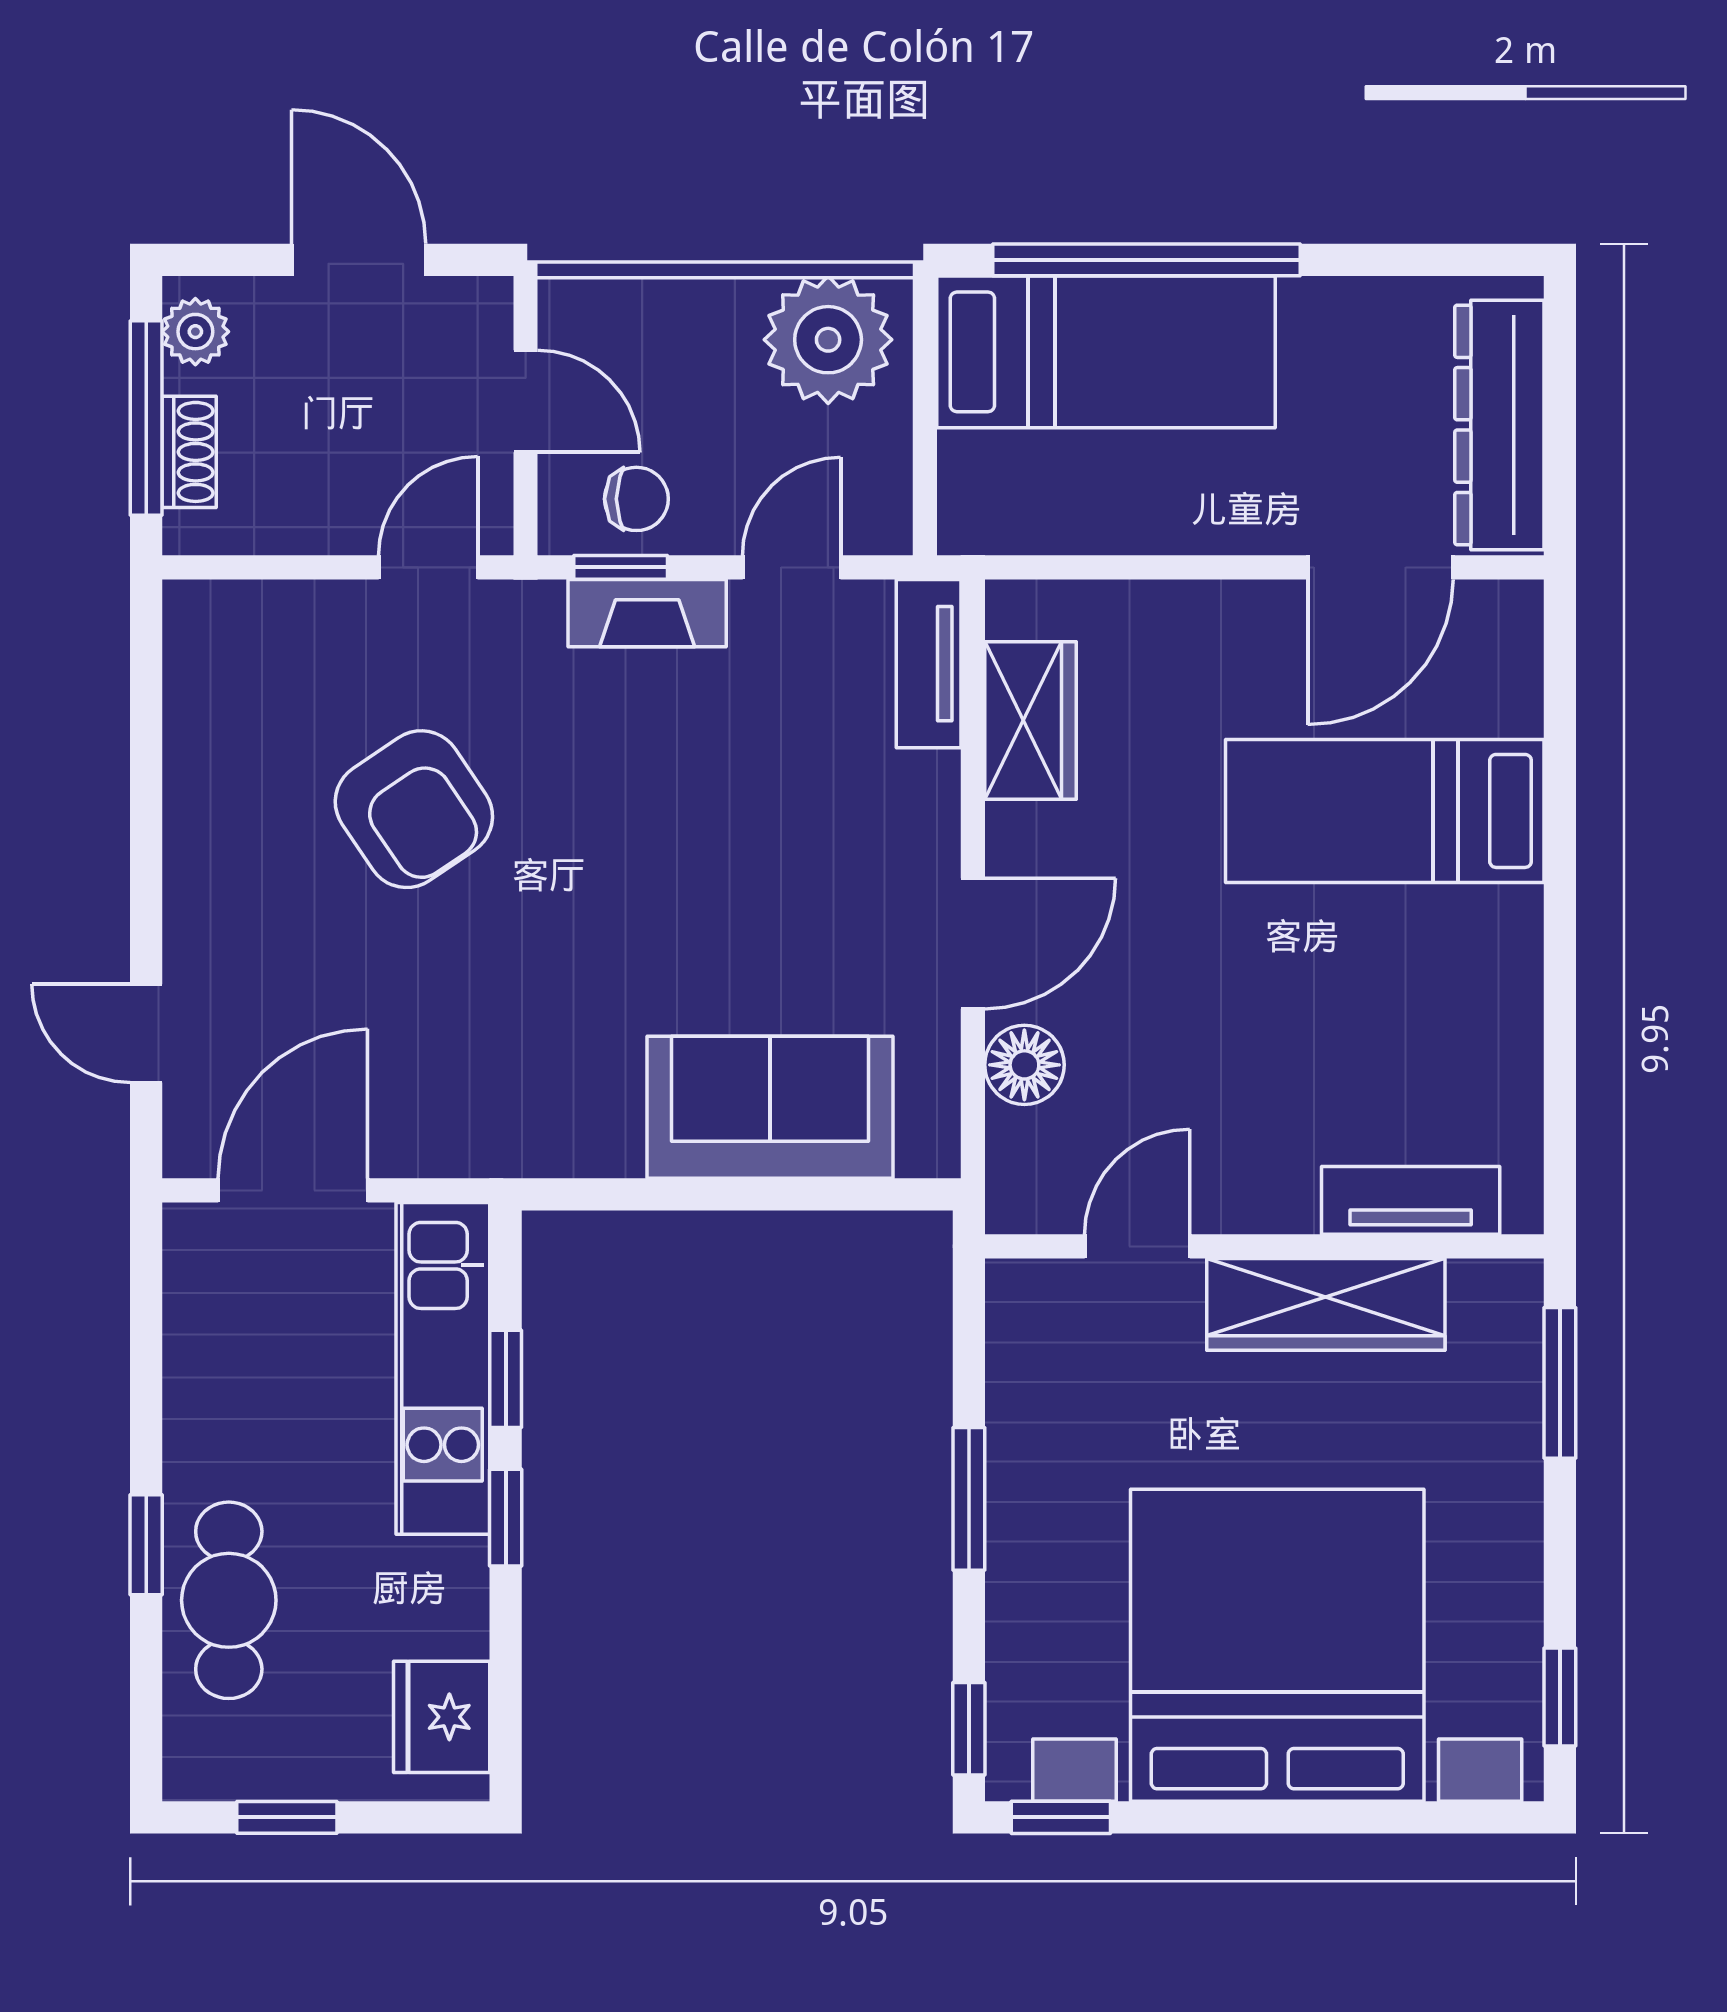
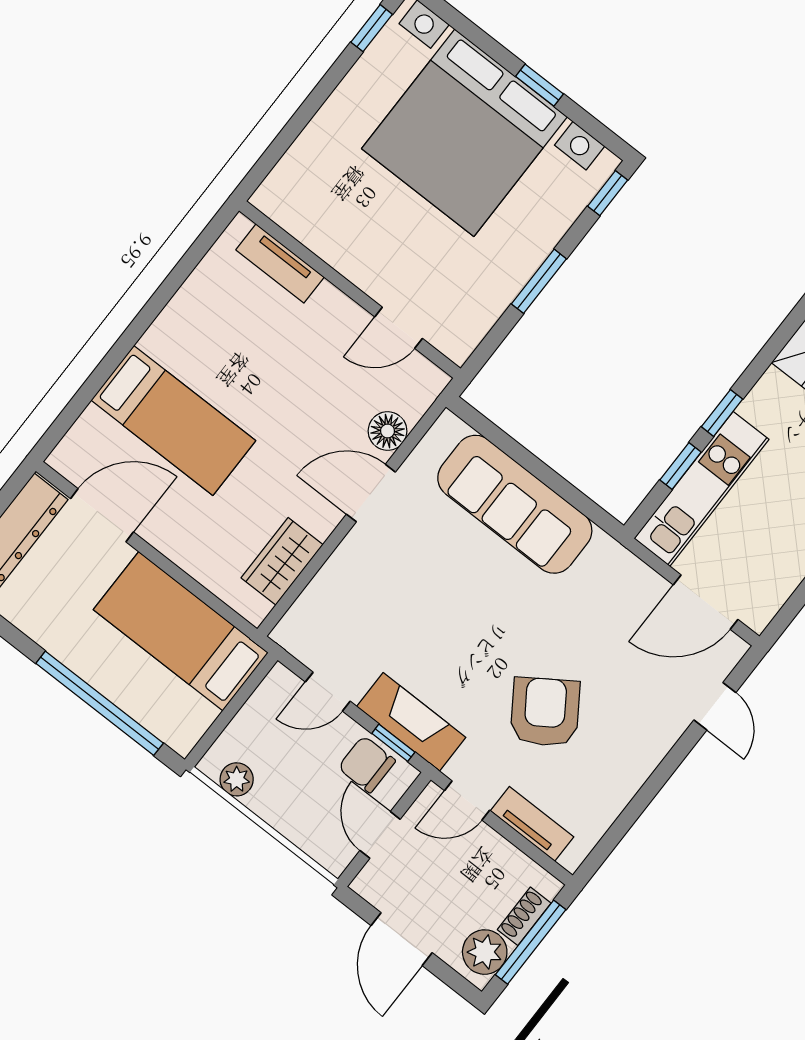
plant: (195, 332) -> (485, 952), width x1.38, depth x1.38
plant: (828, 340) -> (237, 779), width x0.53, depth x0.53
bed: (1106, 352) -> (181, 631), moved
chair: (636, 499) -> (367, 764), width x1.37, depth x1.37
fireplace: (647, 613) -> (411, 722), width x1.37, depth x1.32
tv unit: (929, 664) -> (532, 824), moved, turned -90
sofa: (770, 1107) -> (515, 504), width x1.36
wardrobe: (1326, 1304) -> (344, 249), removed
window: (1560, 1383) -> (277, 149), removed
window: (1061, 1817) -> (540, 85), moved

